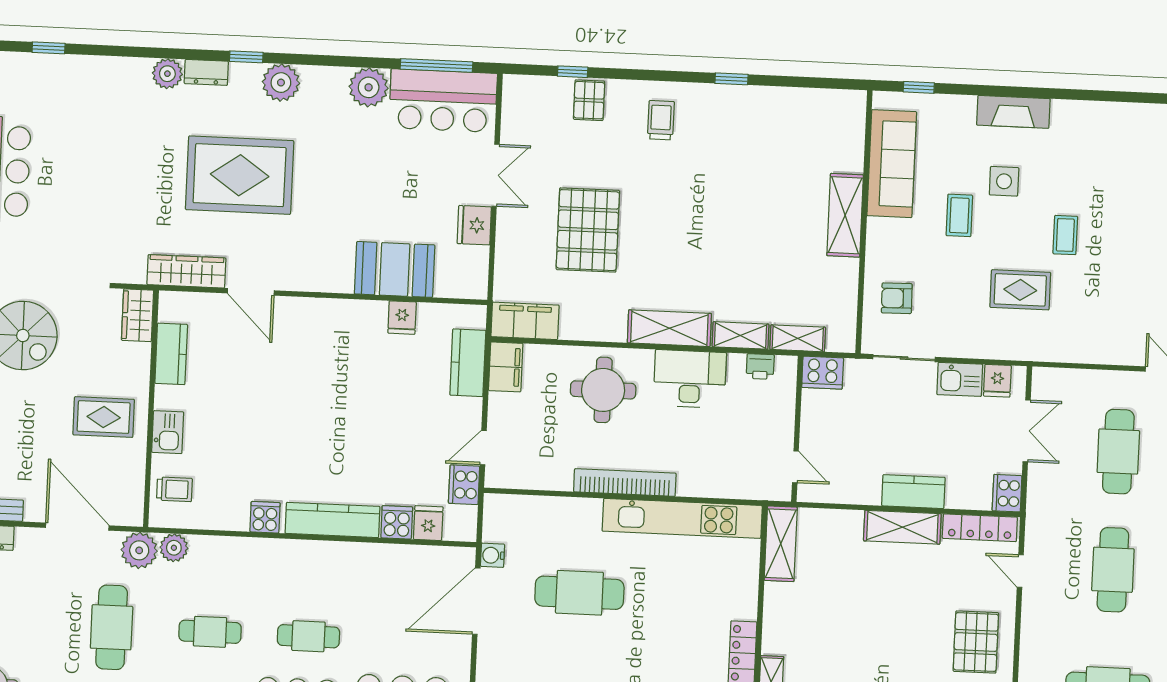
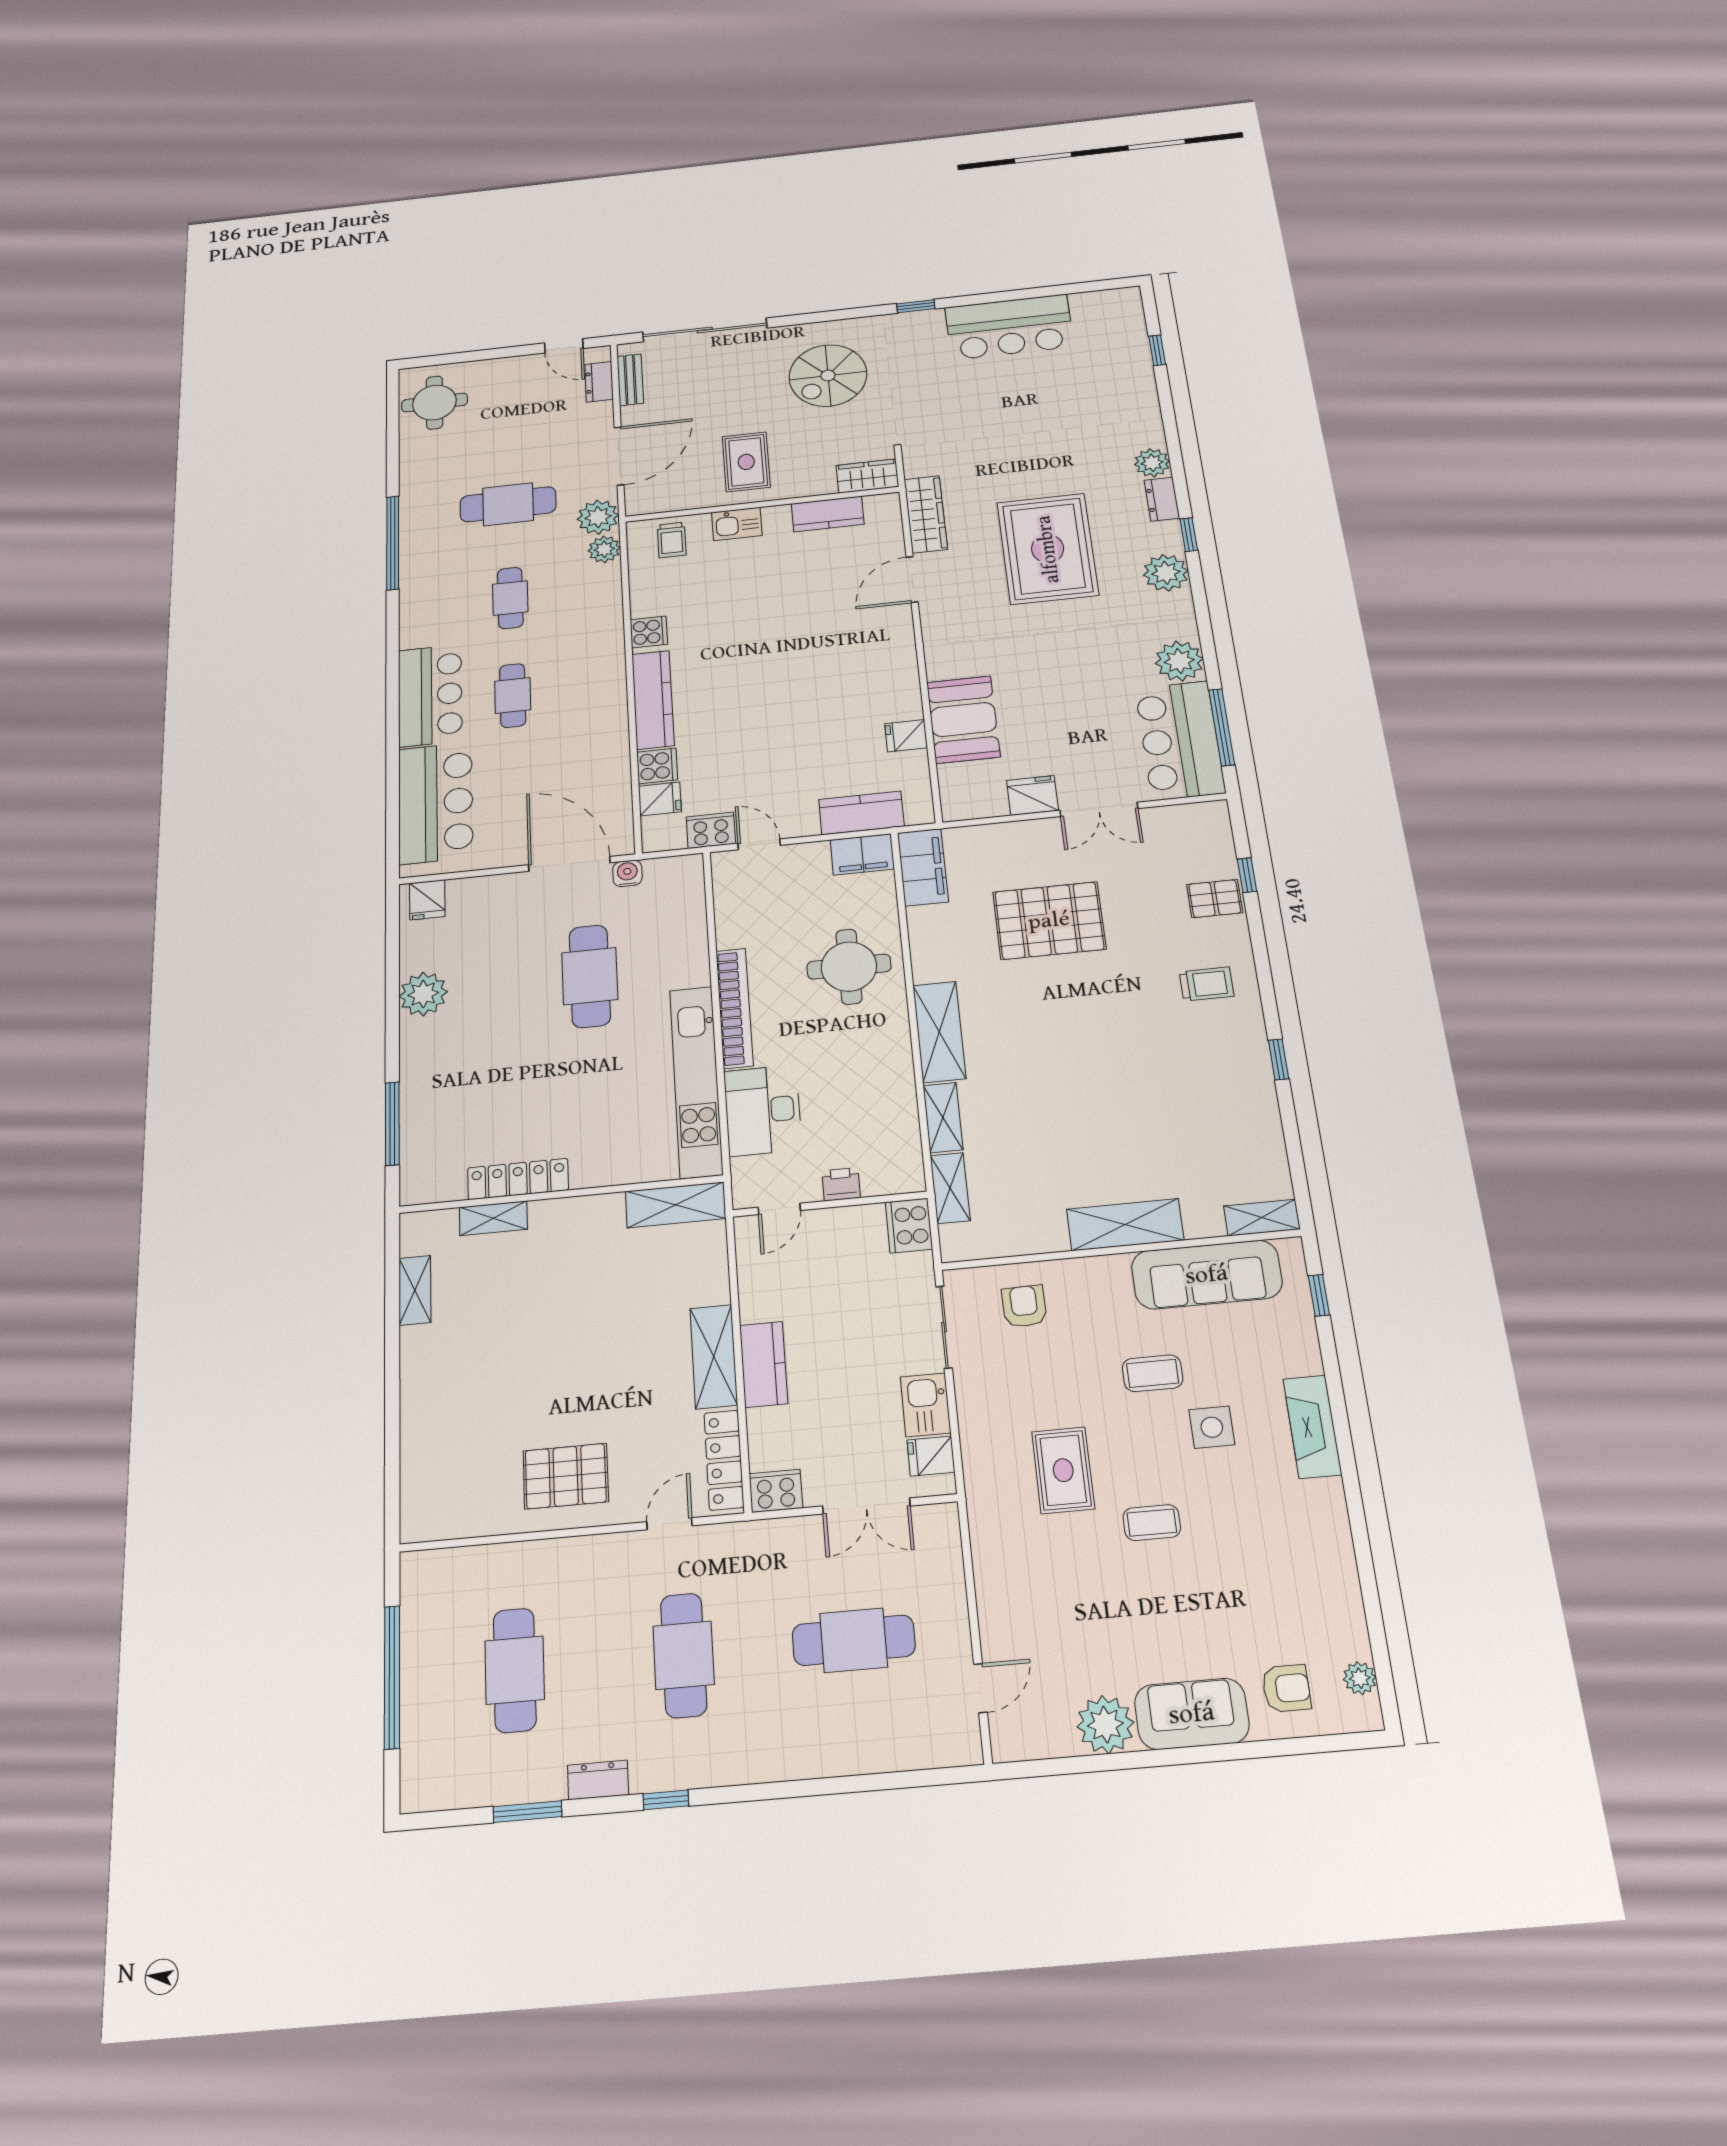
shelving: (854, 116) -> (1262, 1218), added
printer: (760, 366) -> (841, 1184), moved, turned 90
desk: (690, 379) -> (763, 1110), moved, turned 180
cafe table: (1113, 570) -> (684, 1655), turned 90

